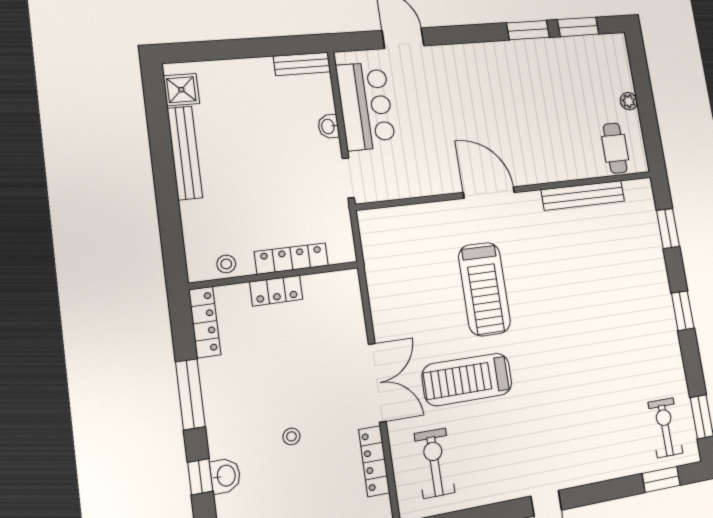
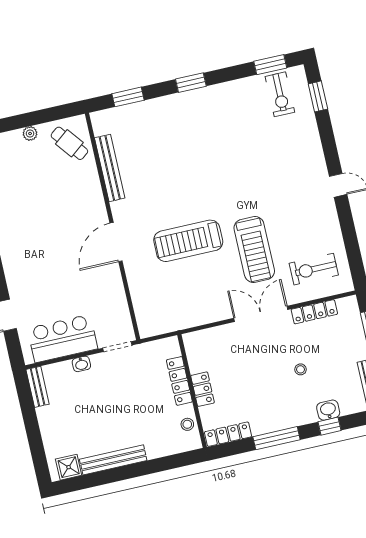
cafe table: (615, 148) -> (69, 143), turned 52
treadmill: (484, 289) -> (188, 241), turned 180
exercise bike: (665, 428) -> (280, 94), turned -90

